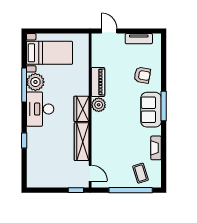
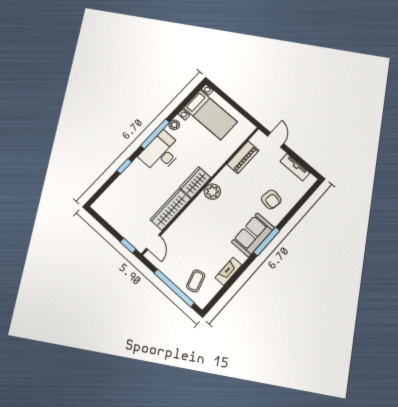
plant: (35, 82) -> (174, 125), width x0.53, depth x0.53
piano: (98, 82) -> (243, 157), moved
window: (24, 85) -> (155, 134), moved

